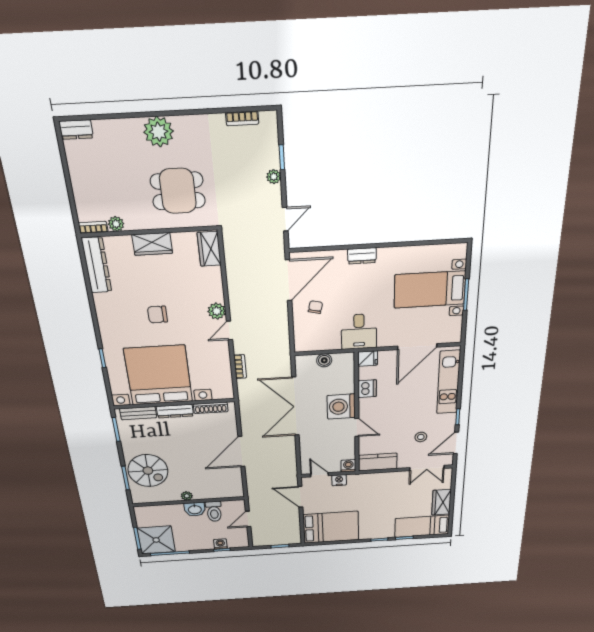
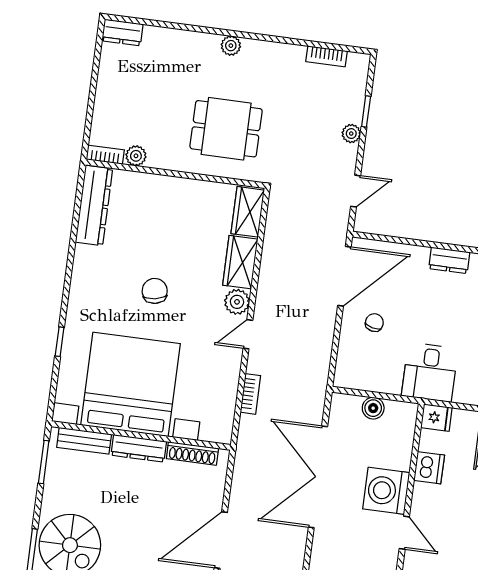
plant: (159, 132) -> (231, 46), width x0.53, depth x0.53
wardrobe: (152, 244) -> (240, 262), moved, turned 90
chair: (157, 314) -> (155, 291), turned 79

